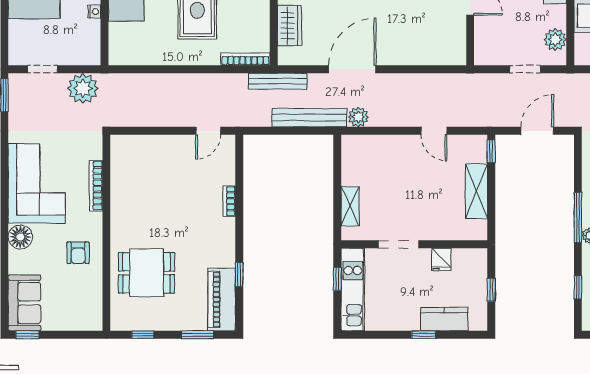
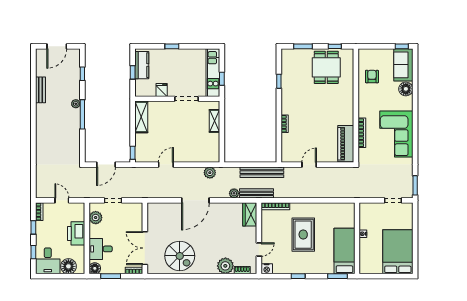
wardrobe: (289, 26) -> (250, 214), moved
door: (352, 69) -> (195, 200), moved
plant: (83, 88) -> (234, 193), moved, width x0.53, depth x0.53
bench: (309, 118) -> (262, 172), moved
door: (208, 131) -> (309, 165), moved
door: (434, 131) -> (166, 165), hinge flipped
shelving: (476, 191) -> (141, 117), moved
floor lamp: (20, 237) -> (406, 89), moved
armchair: (78, 253) -> (372, 77), moved
dining table: (147, 273) -> (326, 67), moved, turned 90
piano: (222, 299) -> (346, 144), moved, turned 180
kitchen counter: (444, 319) -> (142, 65), moved, turned -90

